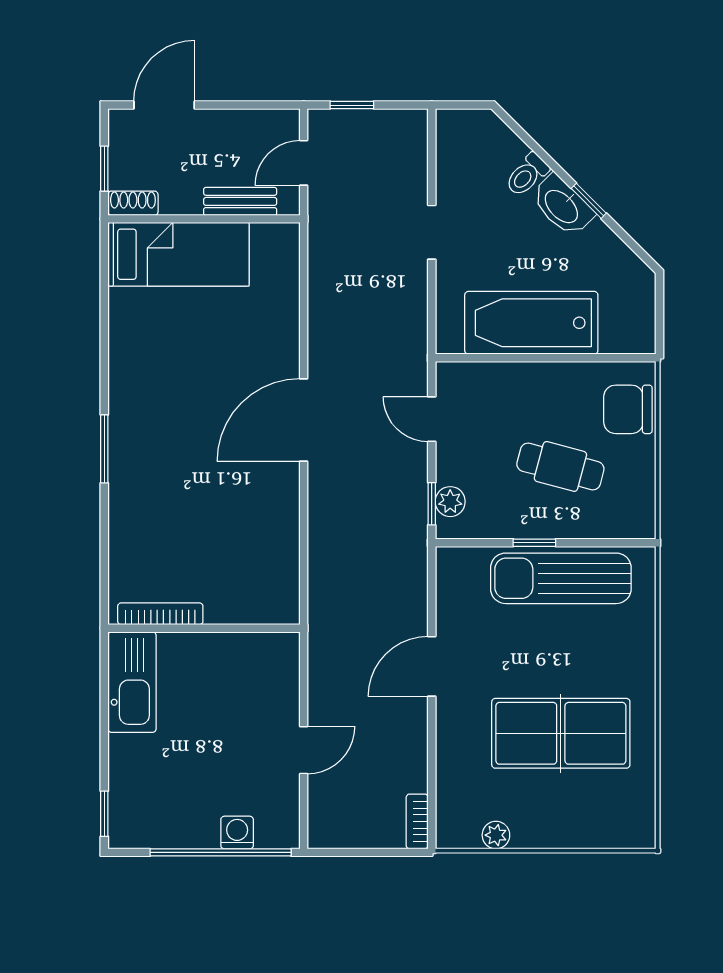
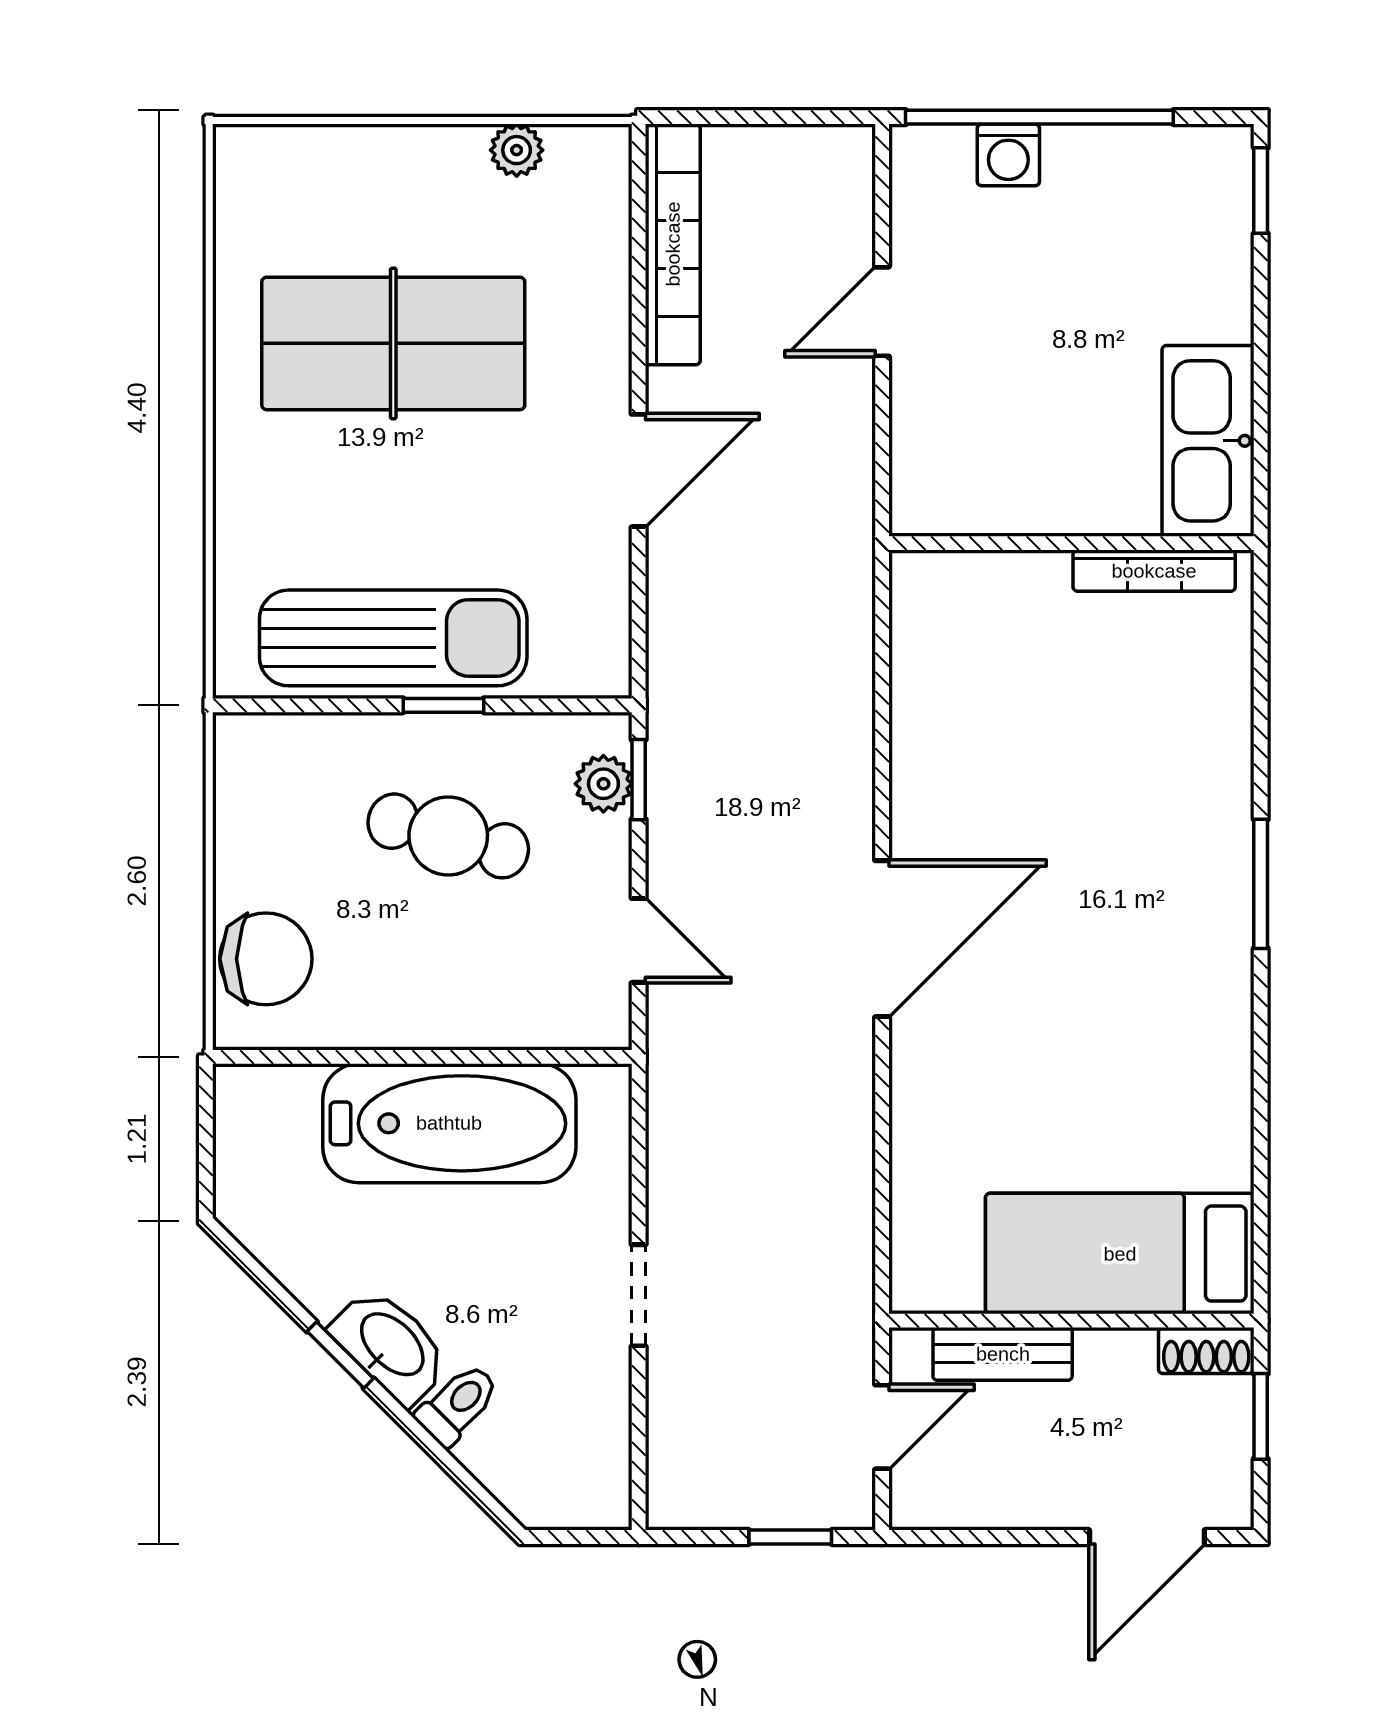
cafe table: (560, 466) -> (448, 836), moved
bookcase: (417, 821) -> (673, 244), width x2.31, depth x1.31

